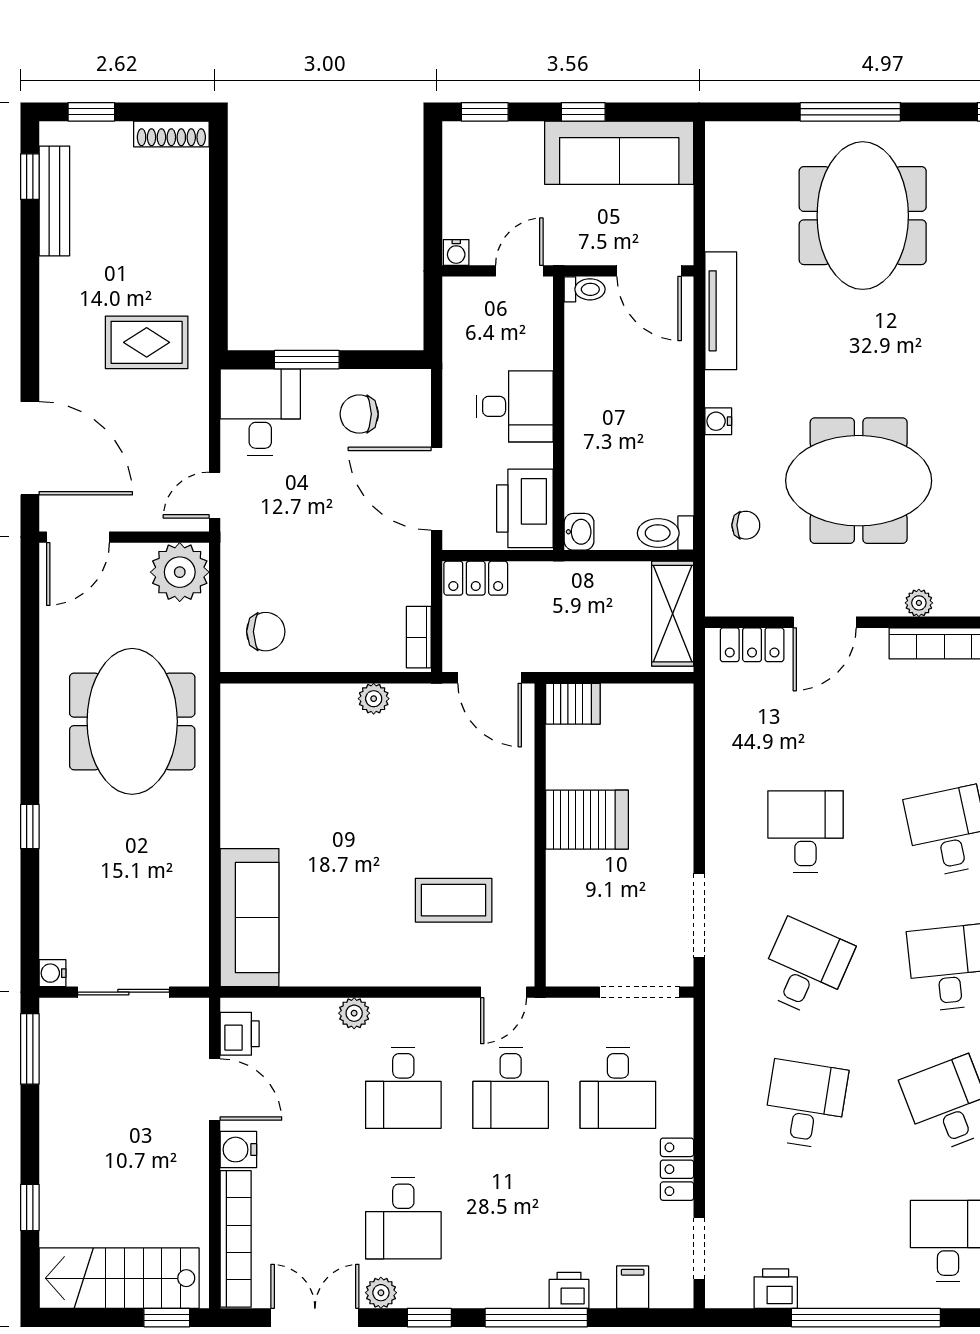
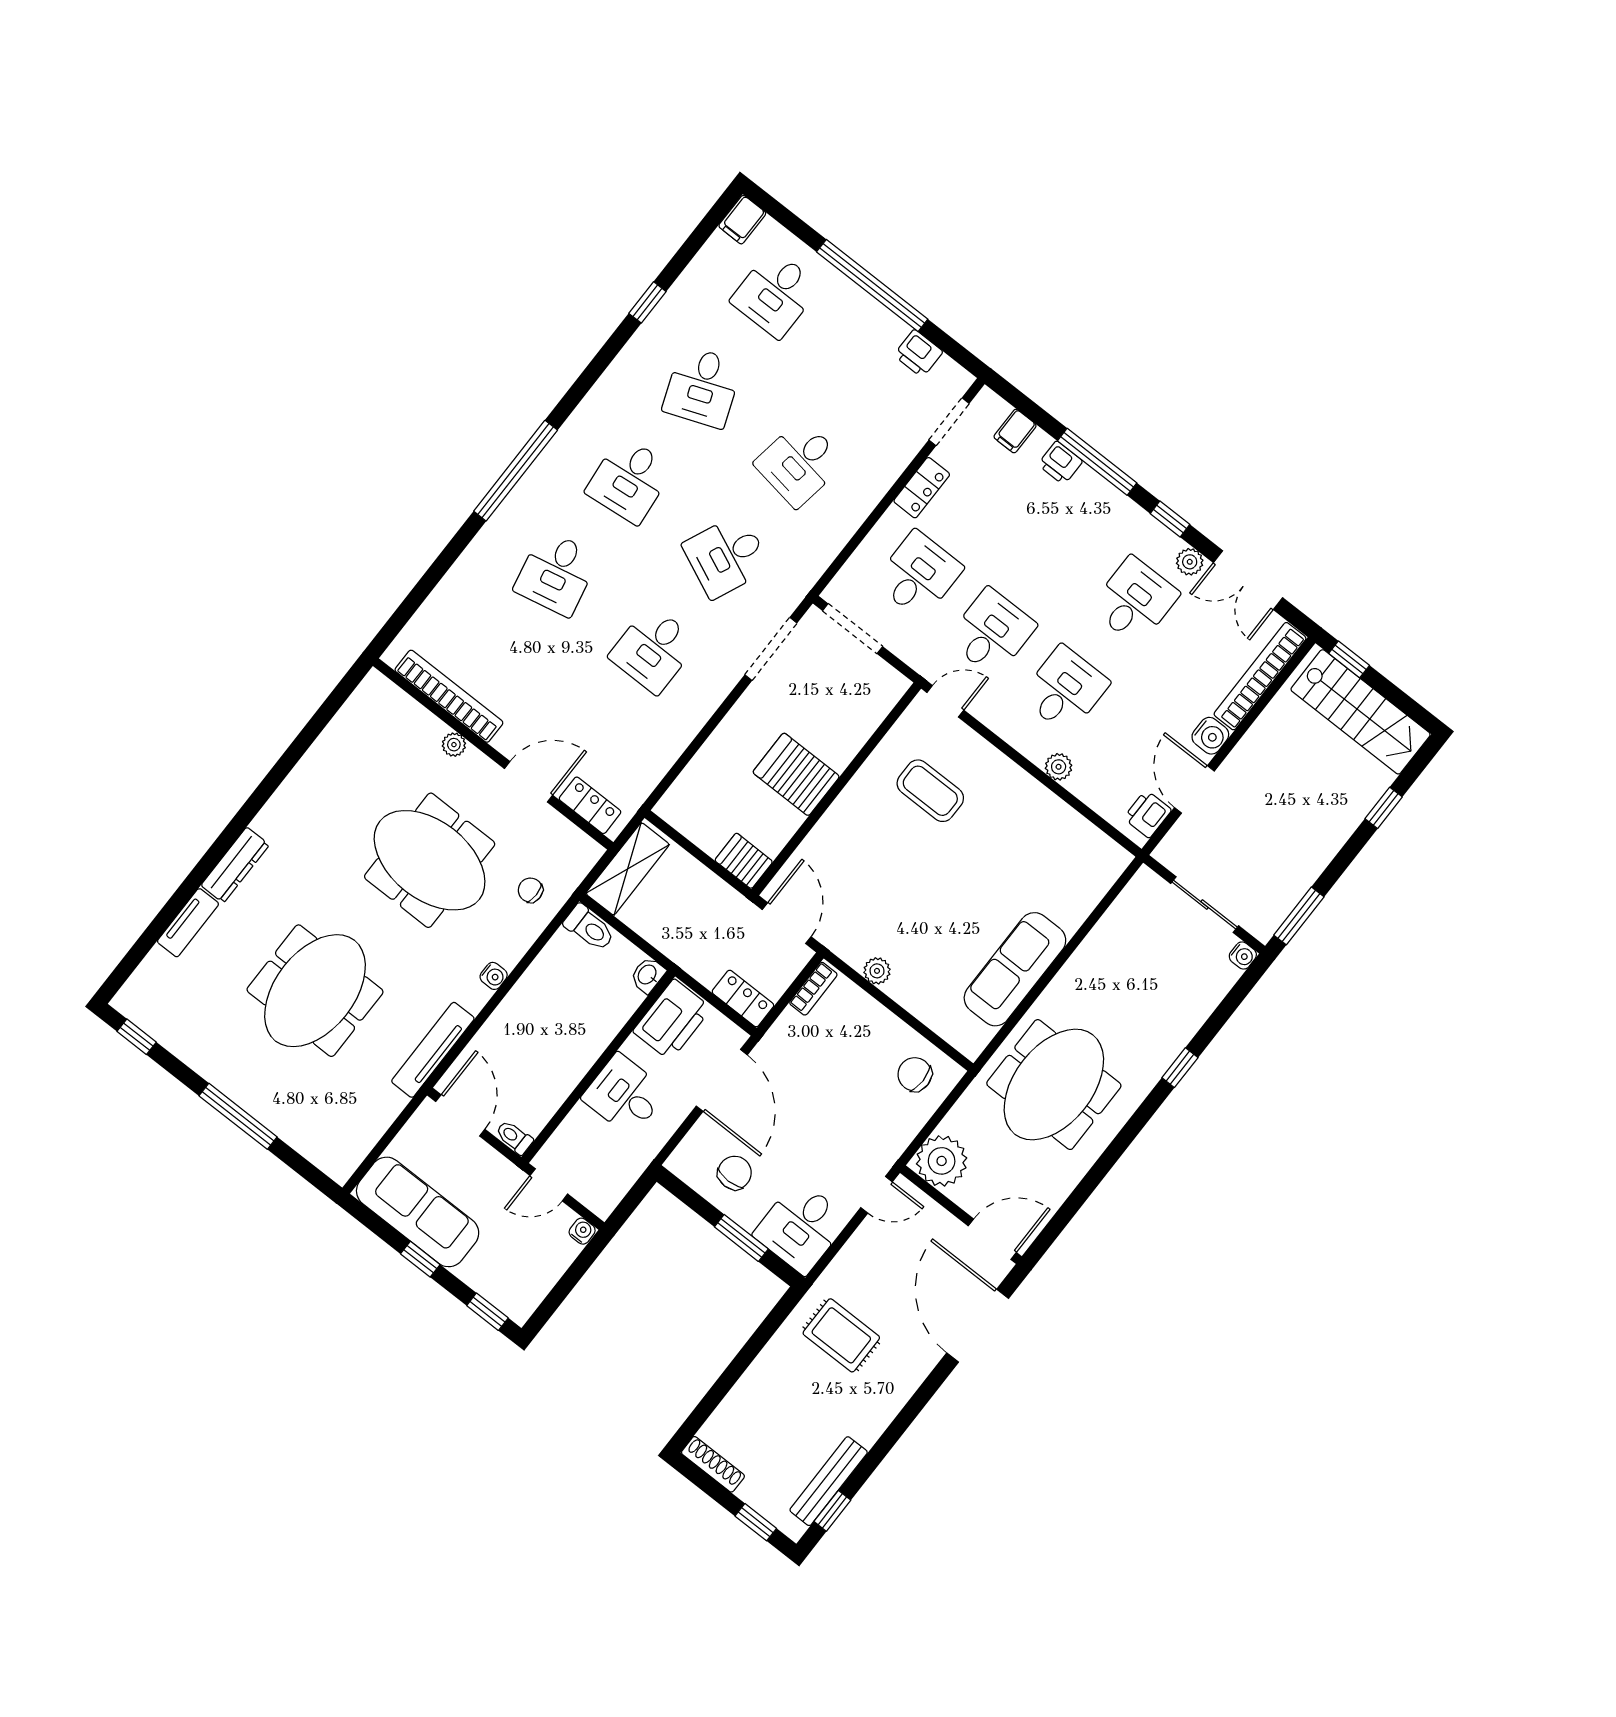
meeting table: (863, 216) -> (315, 991), moved
chair: (359, 414) -> (735, 1173), turned -90
sofa: (250, 918) -> (1015, 969), moved

